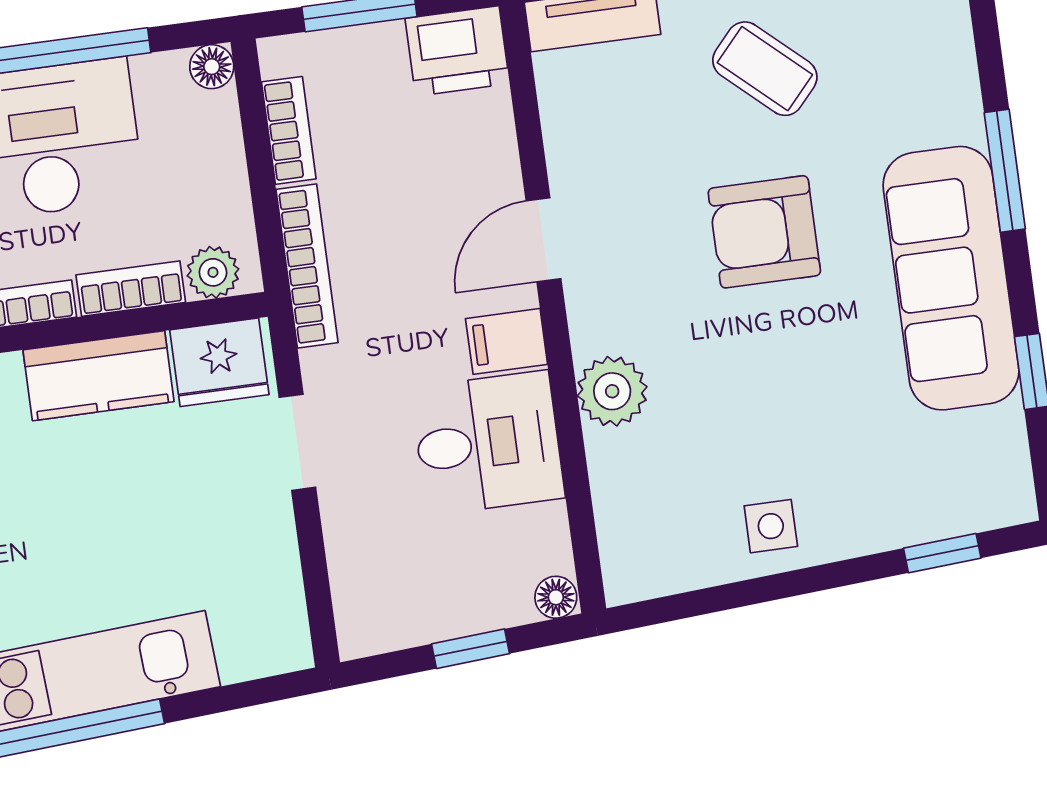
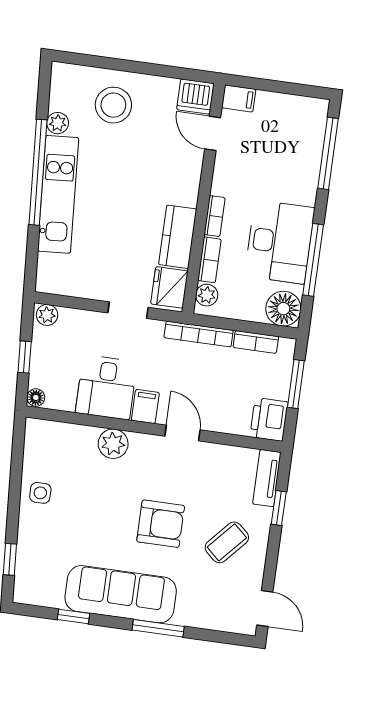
floor lamp: (212, 67) -> (283, 309), width x1.89, depth x1.89
armchair: (764, 232) -> (161, 524), turned 90
plant: (360, 624) -> (47, 315), added

